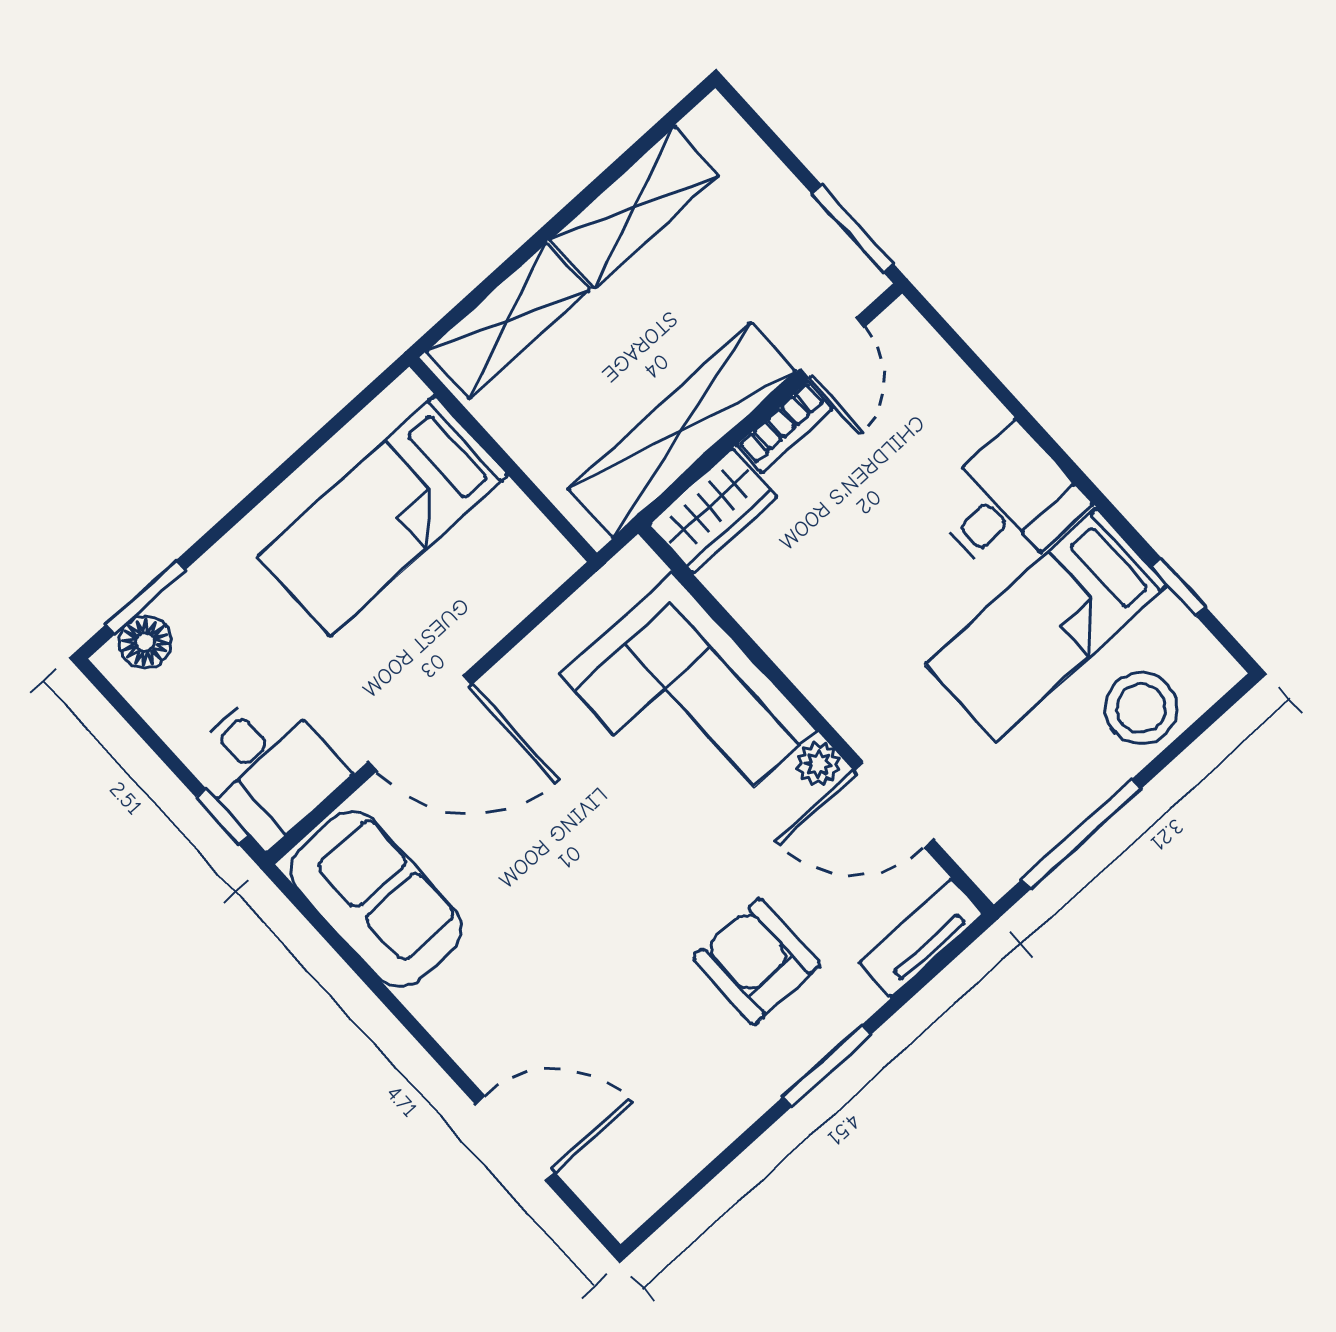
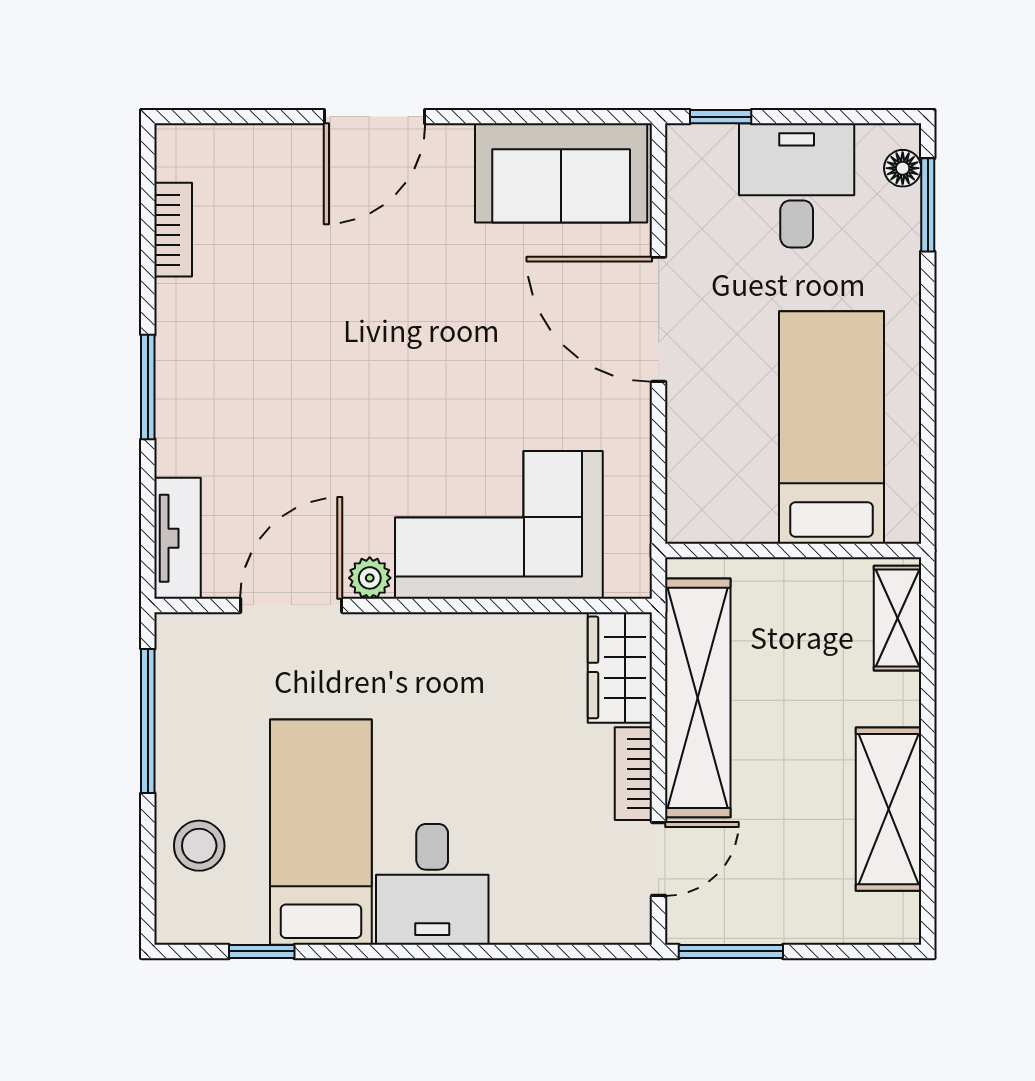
shelving: (508, 321) -> (897, 618), width x0.67, depth x0.75
door: (832, 348) -> (659, 859), swing flipped
floor lamp: (145, 642) -> (903, 168), width x0.73, depth x0.73
stool: (1141, 708) -> (199, 846), width x0.73, depth x0.73
door: (420, 723) -> (659, 319), hinge flipped
desk: (267, 767) -> (797, 185), moved, turned 90
armchair: (757, 961) -> (268, 405), removed
door: (515, 1138) -> (374, 117), moved
bookcase: (689, 1156) -> (173, 230), added

